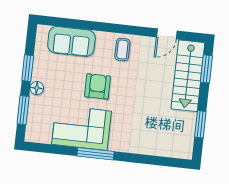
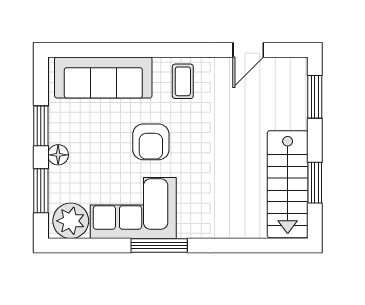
sofa: (71, 41) -> (103, 77), width x1.36
stairs: (188, 76) -> (288, 184), moved
armchair: (98, 86) -> (151, 142), turned 180
plant: (40, 132) -> (71, 221), added

